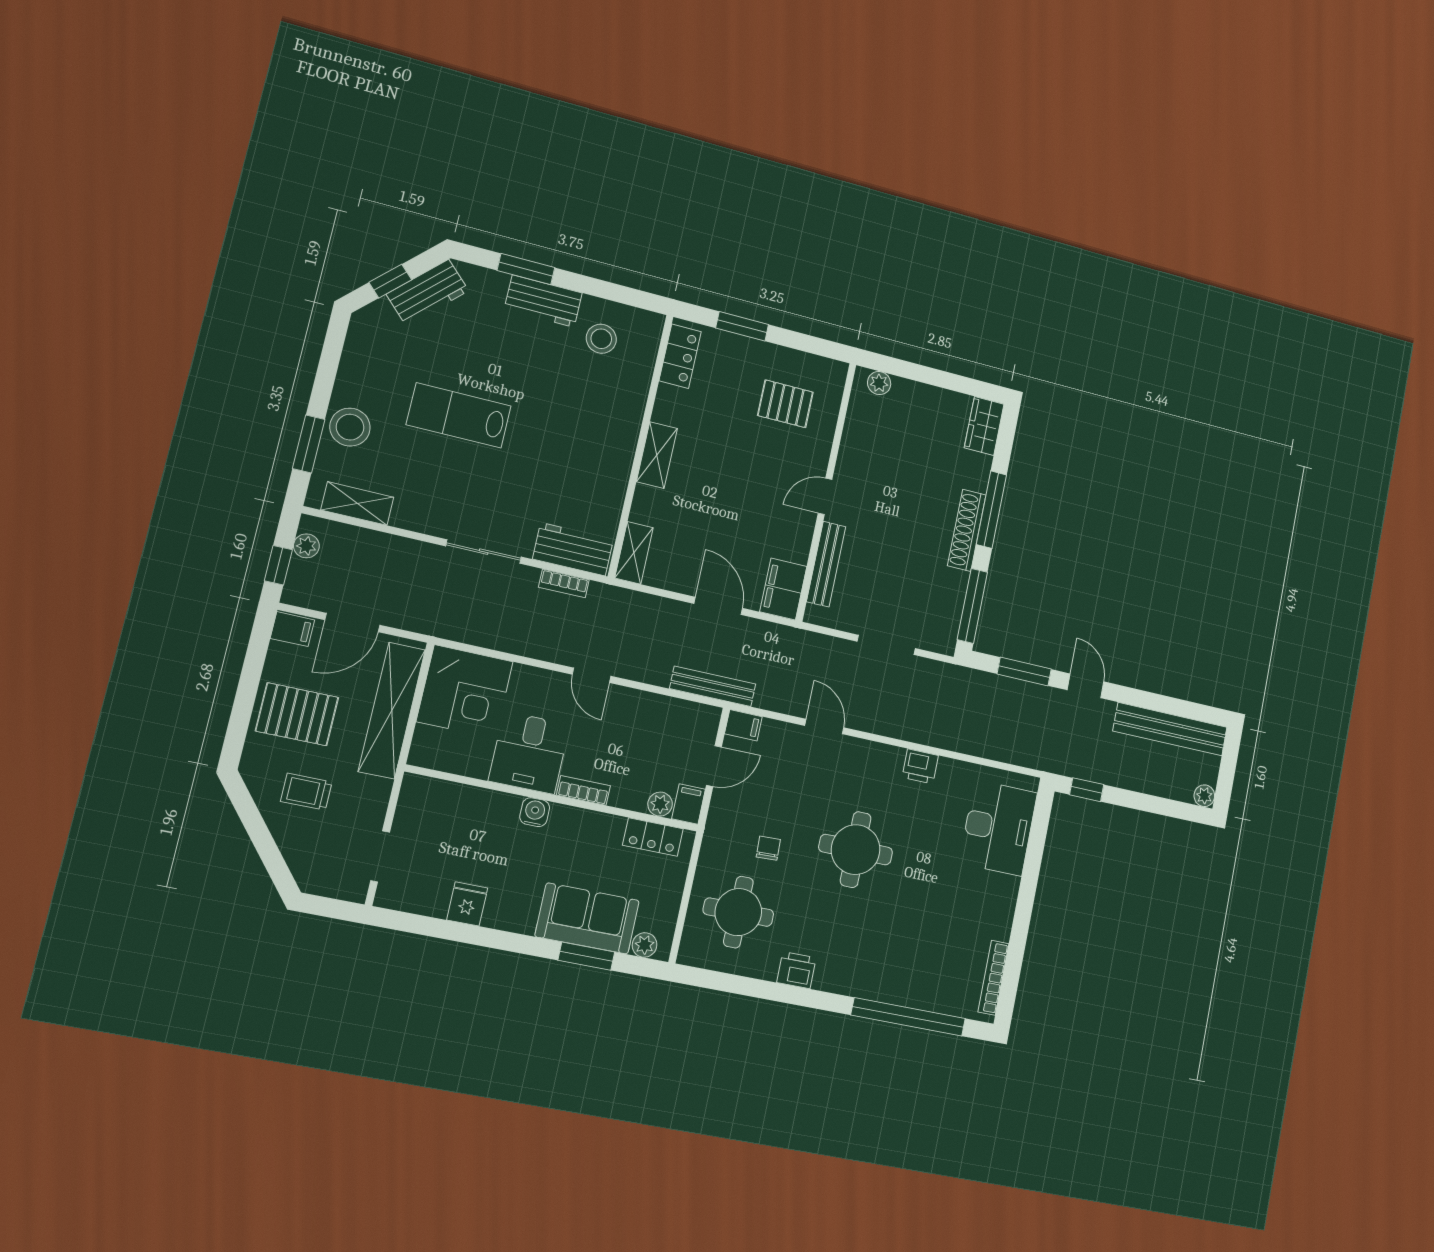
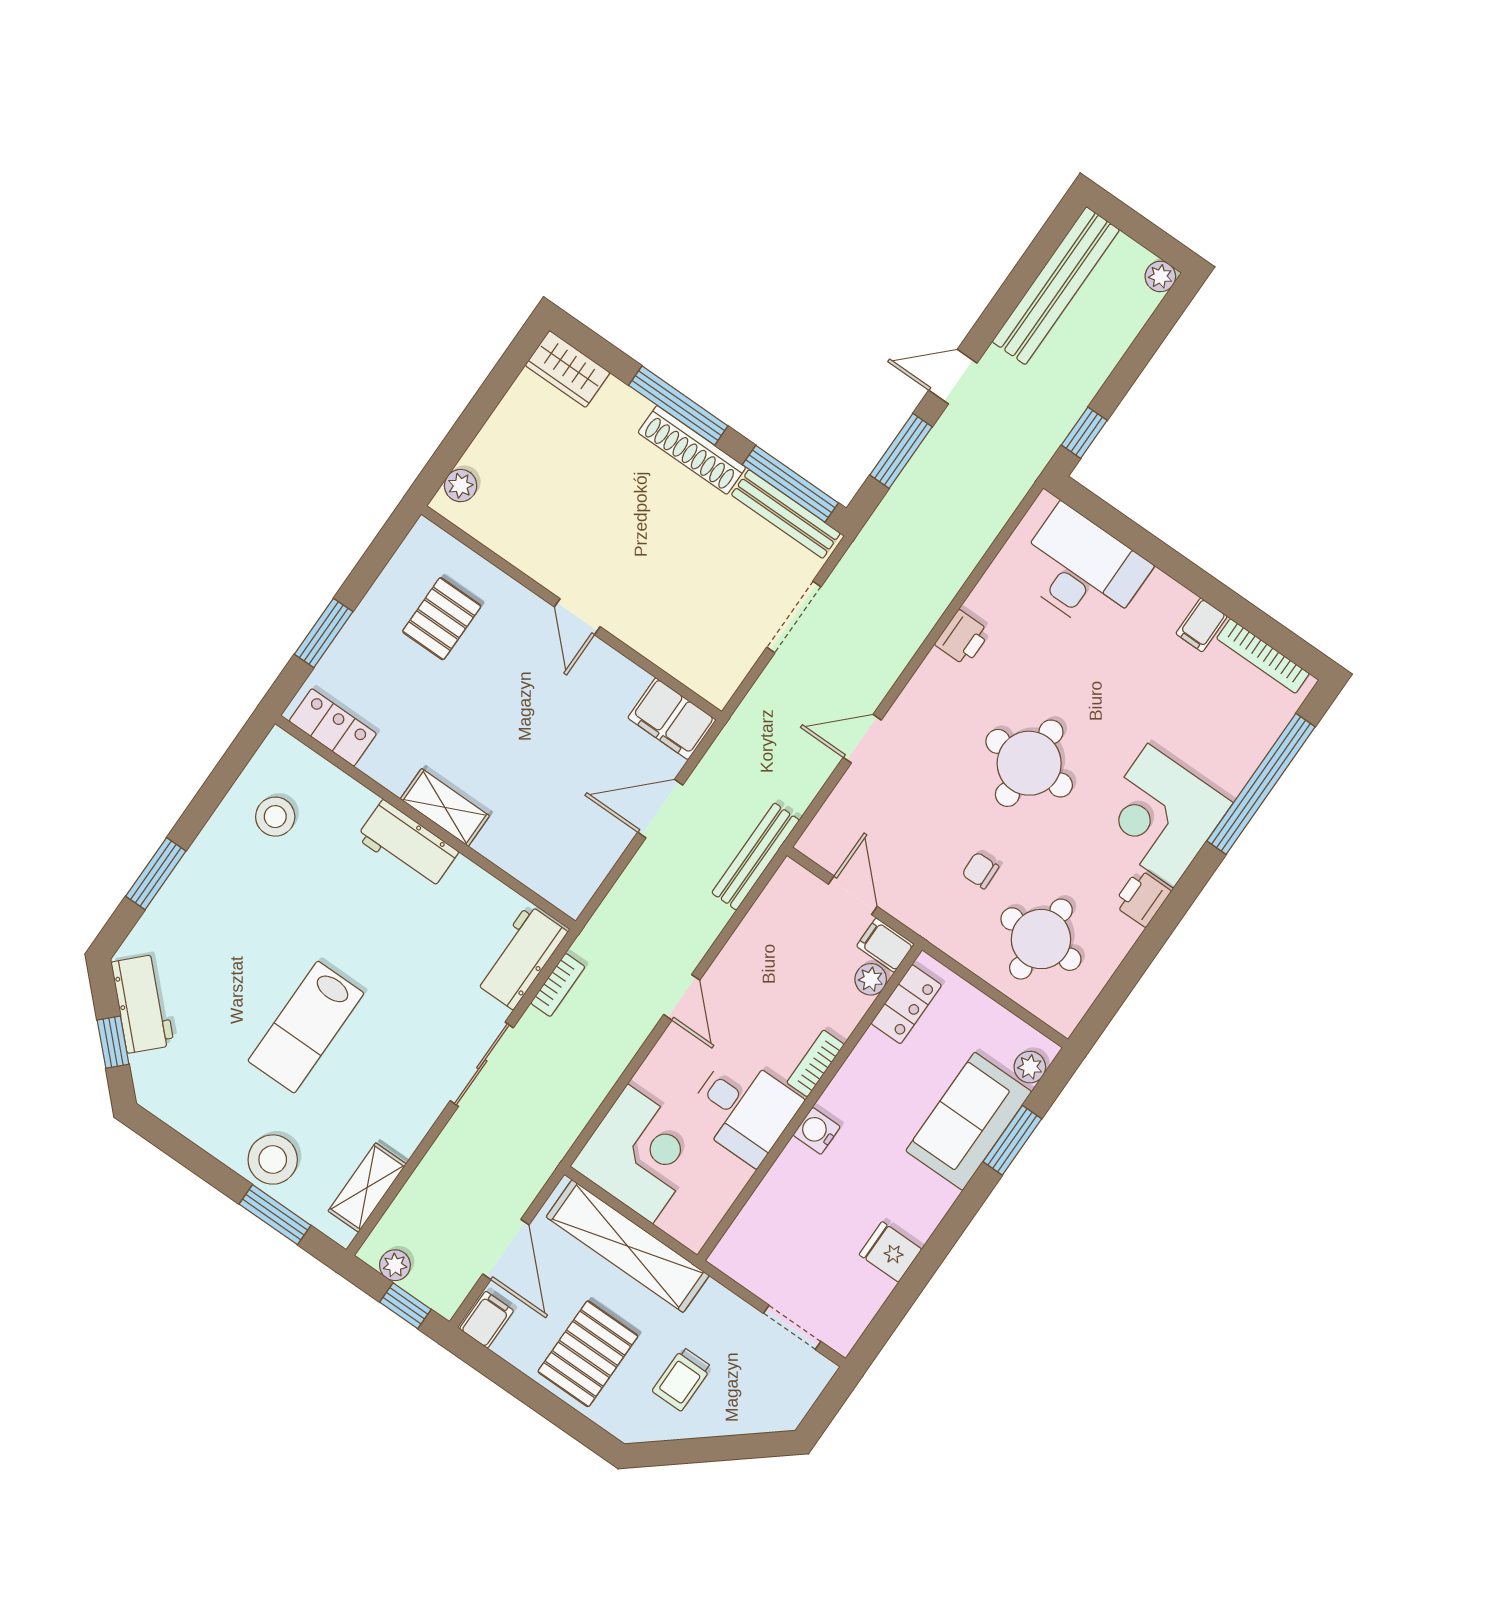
workbench: (543, 301) -> (407, 845), moved, turned 90
shelving: (634, 553) -> (554, 885), removed
bench: (826, 564) -> (786, 514), moved
door: (592, 675) -> (682, 997), hinge flipped
filing cabinet: (743, 725) -> (1201, 625), moved, turned 180
corner desk: (858, 957) -> (1161, 816), added

